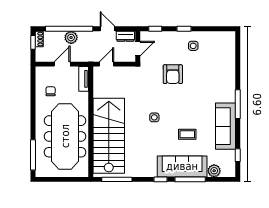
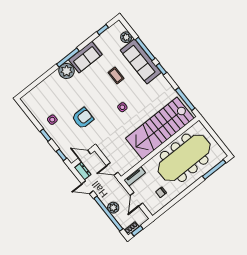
door: (108, 29) -> (87, 187), hinge flipped
door: (62, 64) -> (136, 199), hinge flipped
plant: (227, 93) -> (67, 71), added
sofa: (225, 126) -> (85, 57), width x0.73

